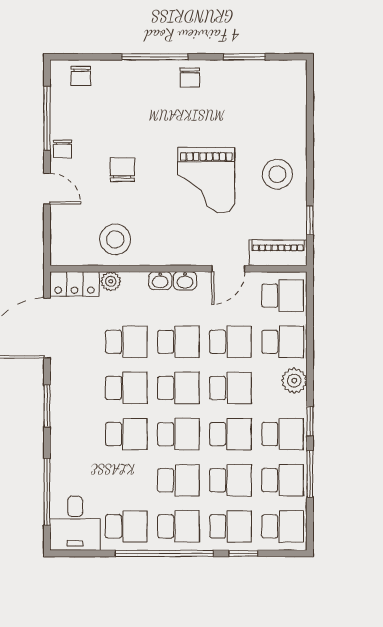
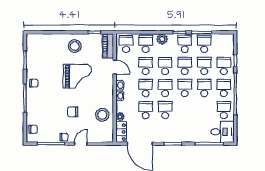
school desk: (126, 434) -> (185, 110), removed
school desk: (283, 526) -> (224, 44), removed

